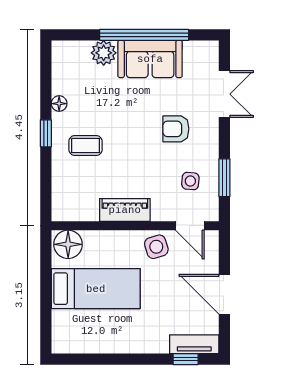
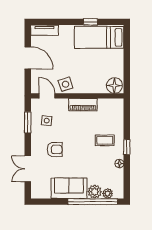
window: (144, 35) -> (93, 202), moved
plant: (80, 50) -> (108, 193), added
bed: (96, 289) -> (99, 37), moved
window: (186, 359) -> (90, 22), moved

